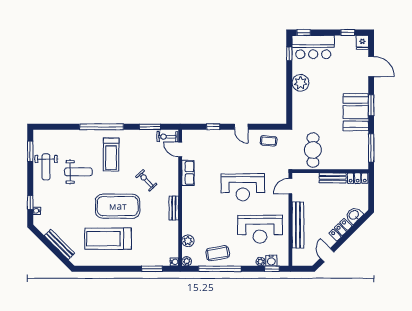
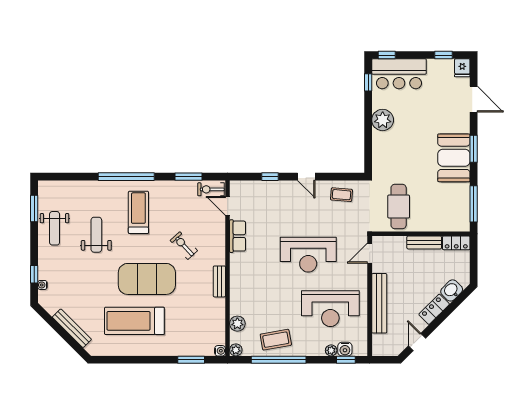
treadmill: (111, 155) -> (138, 212), turned 180
weight bench: (78, 172) -> (96, 235), turned -90

